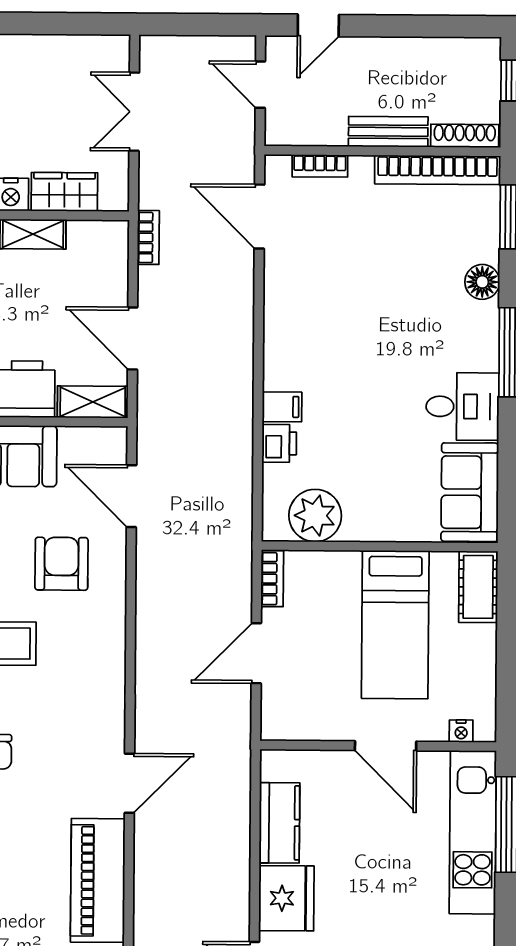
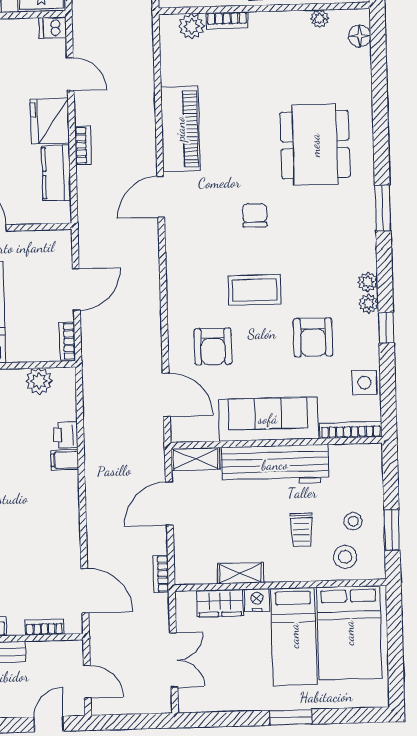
door: (133, 338) -> (169, 504), swing flipped
plant: (315, 516) -> (39, 381), width x0.73, depth x0.73
bookcase: (240, 862) -> (83, 145), added

